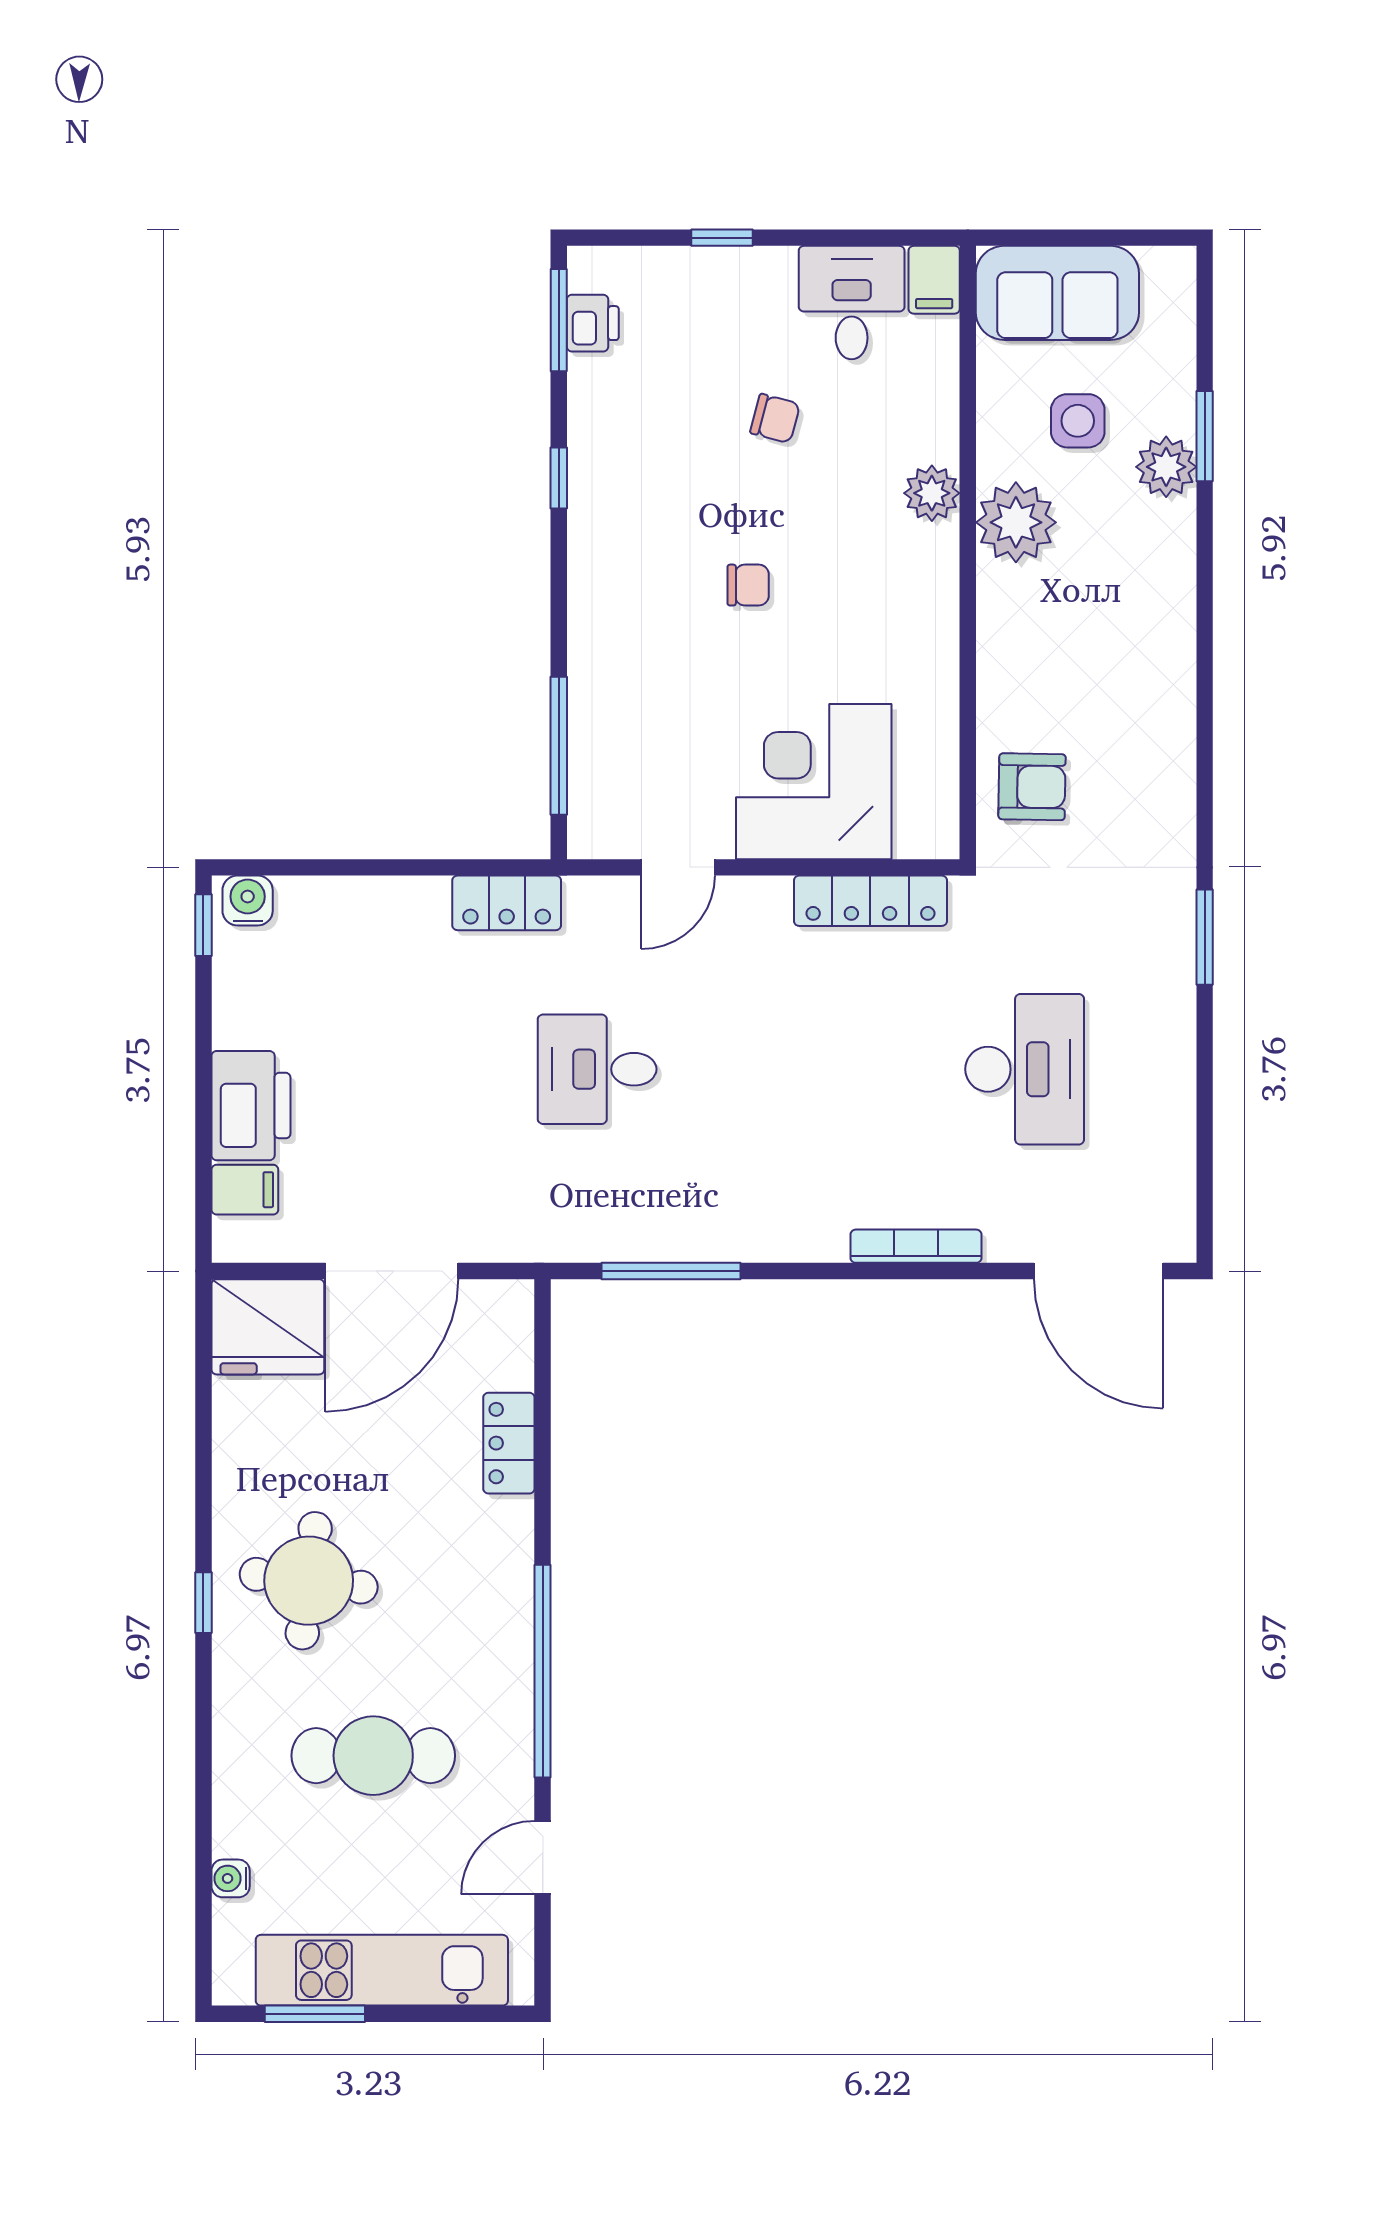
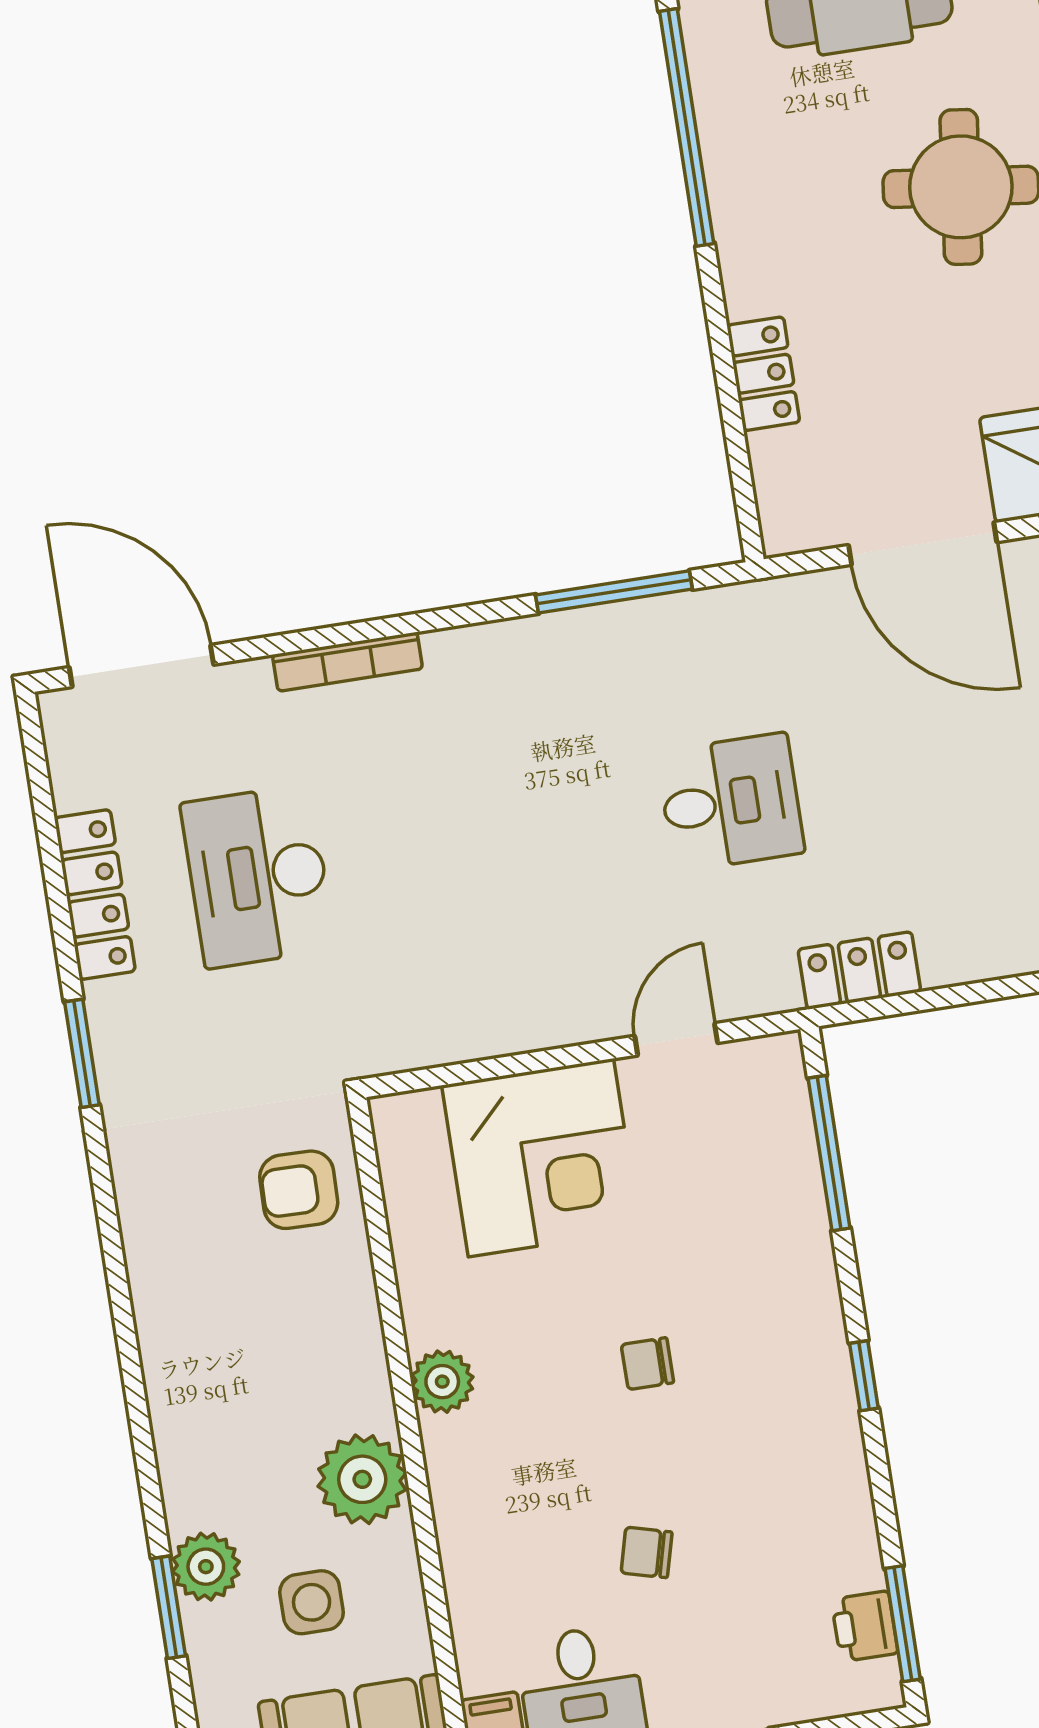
window: (559, 478) -> (864, 1376), moved
plant: (932, 493) -> (442, 1382), moved
locker: (870, 901) -> (95, 895), moved, turned 90
door: (392, 1271) -> (923, 544), swing flipped

